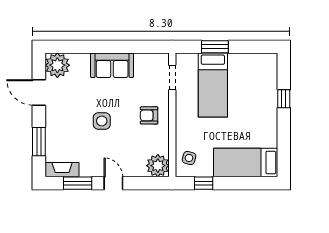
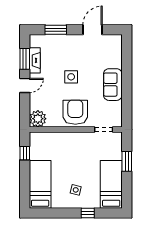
plant: (57, 65) -> (113, 44), removed
bed: (213, 85) -> (111, 184), moved, turned 90
armchair: (149, 115) -> (75, 112), width x1.88, depth x1.88
side table: (189, 158) -> (76, 190), moved
fireplace: (62, 170) -> (35, 60), moved

